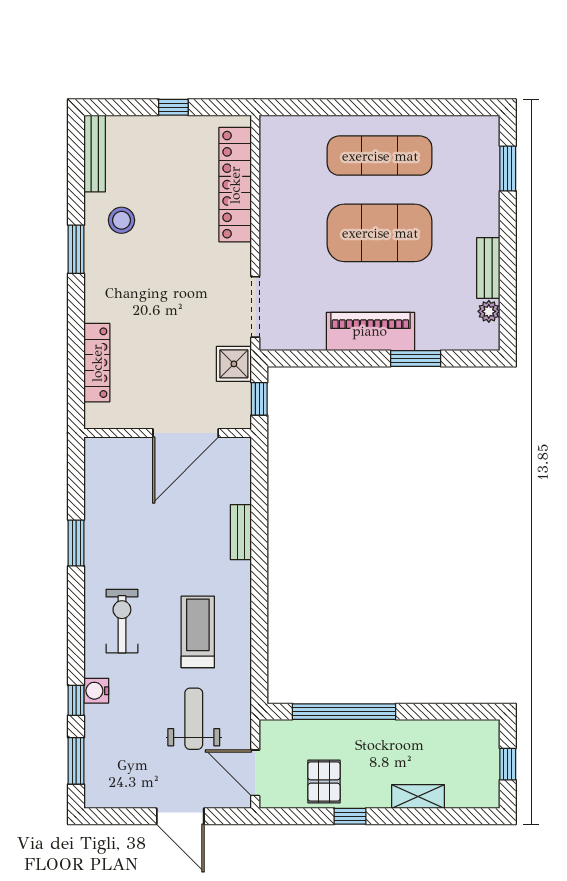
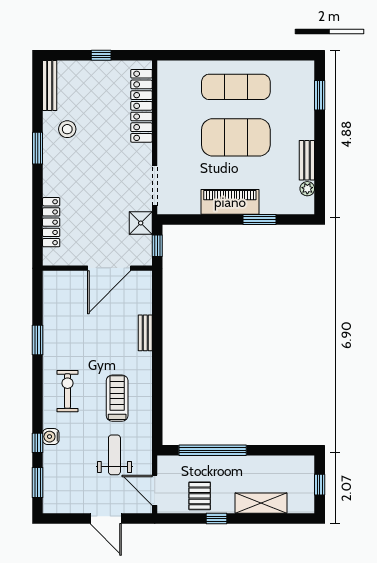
shelving: (418, 797) -> (261, 503), width x1.50, depth x1.33

